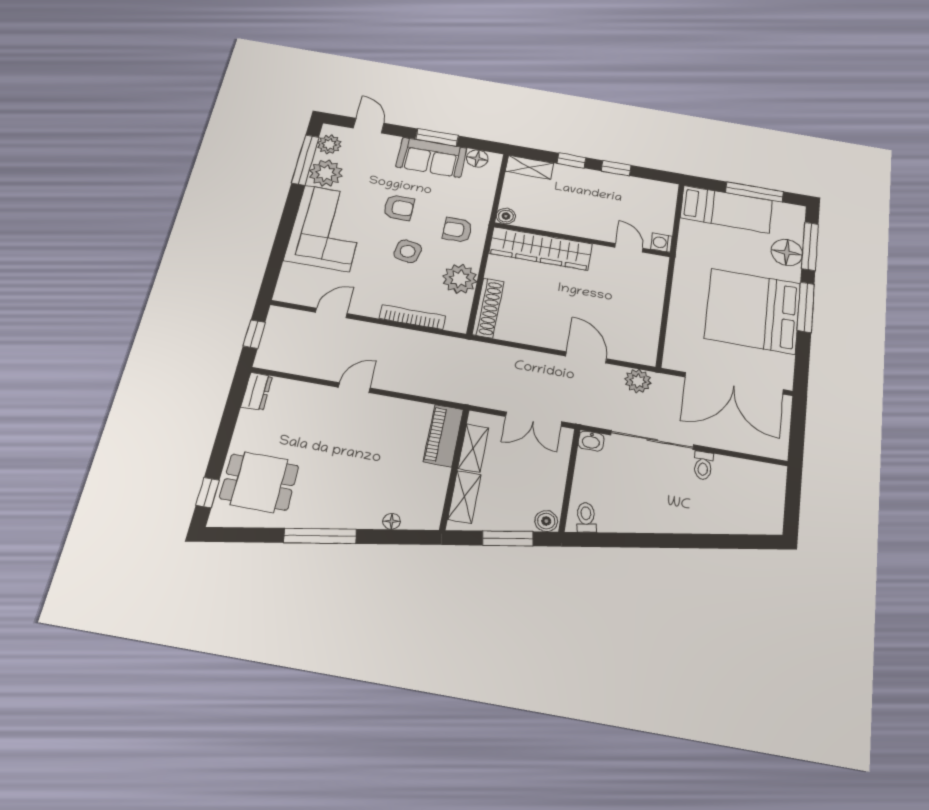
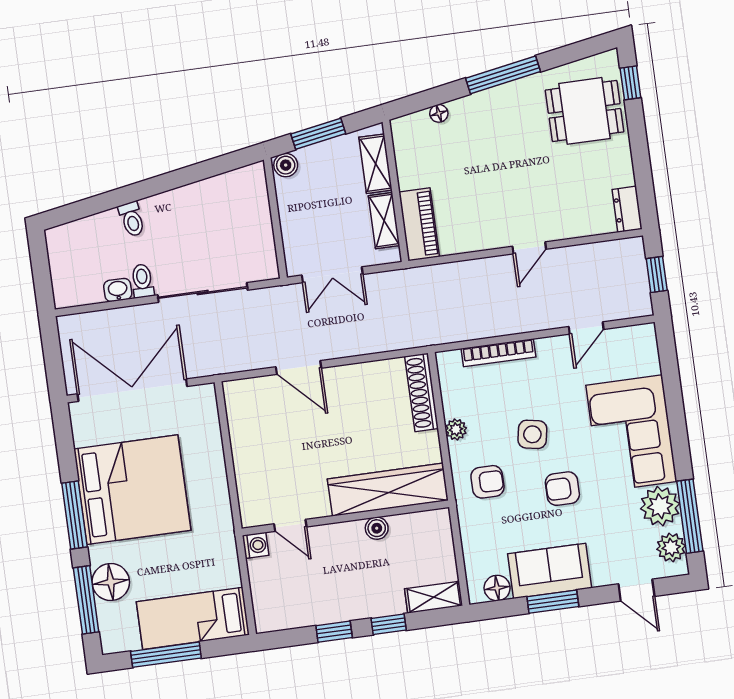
boiler: (506, 216) -> (377, 528), moved
plant: (460, 279) -> (456, 429), width x0.53, depth x0.53
plant: (638, 381) -> (236, 358), removed
double door: (534, 419) -> (332, 275), swing flipped
washbasin: (591, 441) -> (118, 290), moved
toilet: (586, 517) -> (132, 219), moved

